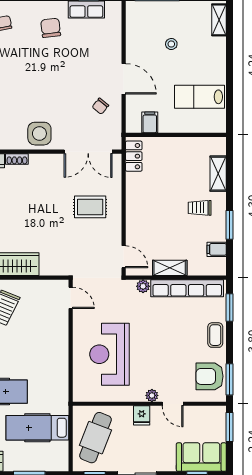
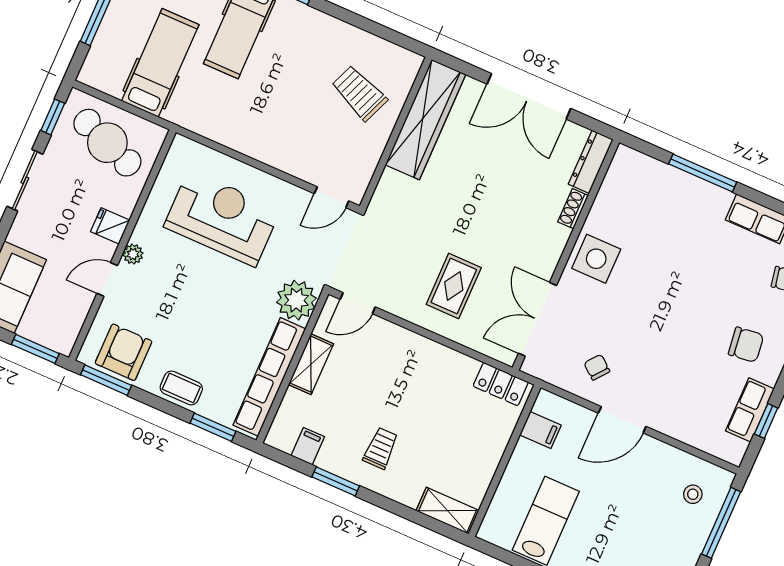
stool: (171, 44) -> (693, 494), moved
shelving: (218, 174) -> (448, 511), moved
plant: (143, 286) -> (296, 300), width x1.88, depth x1.88

